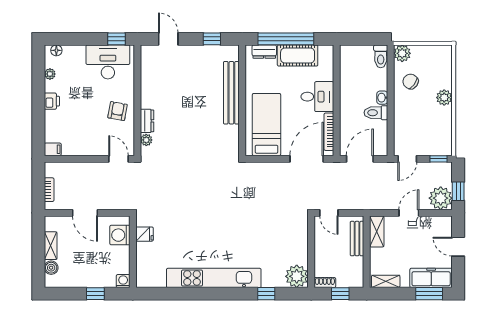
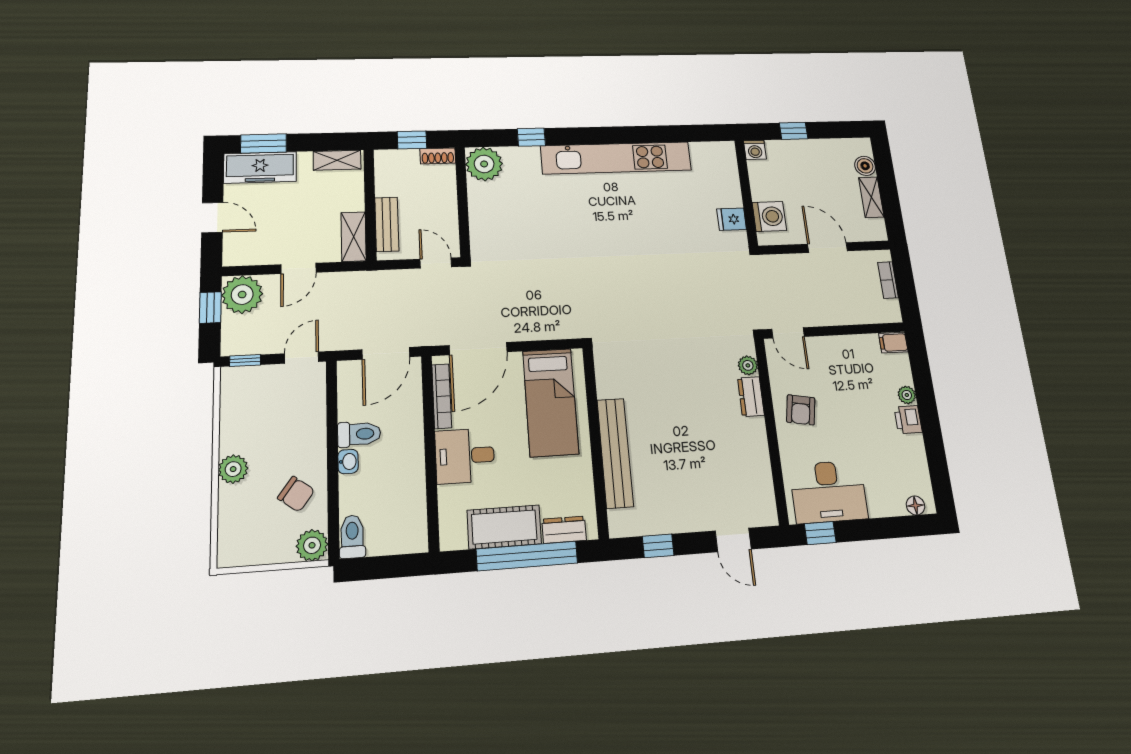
plant: (50, 74) -> (907, 395), moved

